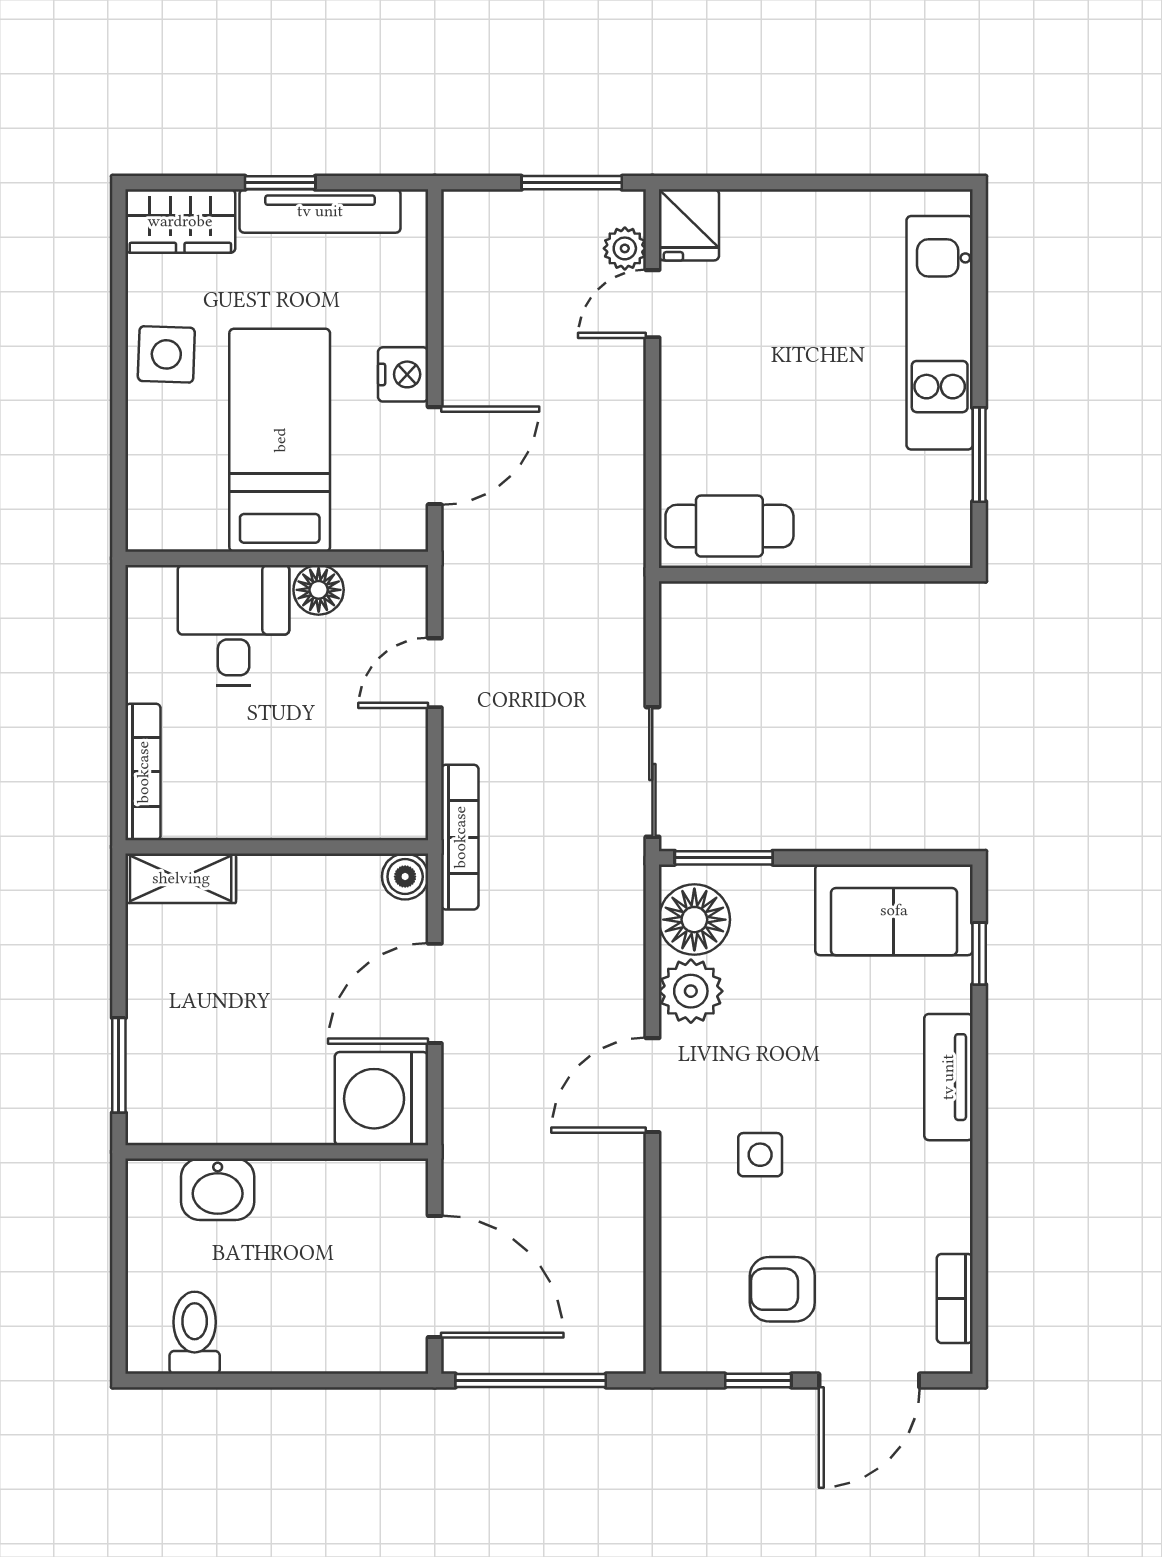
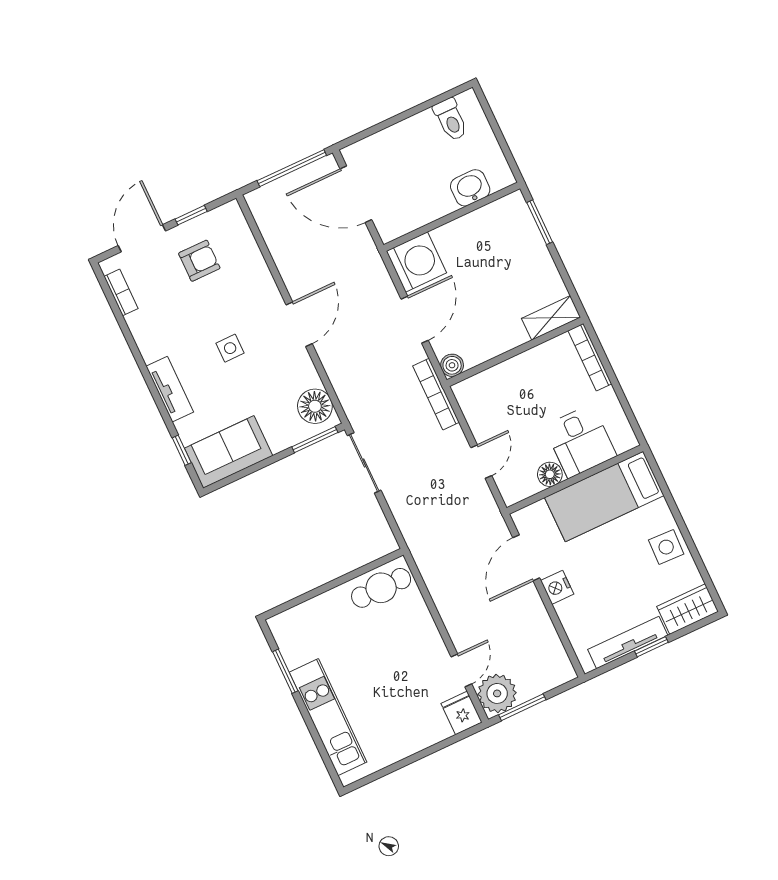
plant: (625, 248) -> (497, 693), width x1.88, depth x1.88
bed: (280, 440) -> (604, 496), moved, turned 90
plant: (691, 991) -> (302, 374), removed
side table: (760, 1155) -> (230, 348), moved

